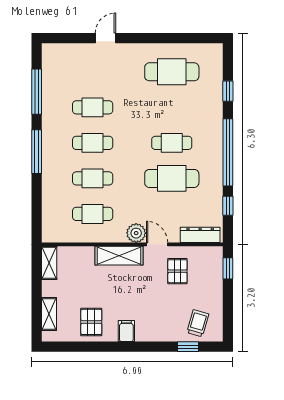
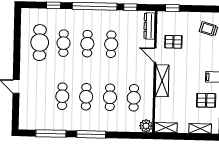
cafe table: (172, 107) -> (64, 43), added
cafe table: (172, 178) -> (111, 44), width x0.73, depth x0.74
plant: (136, 233) -> (146, 126), moved
door: (157, 244) -> (155, 55), hinge flipped

